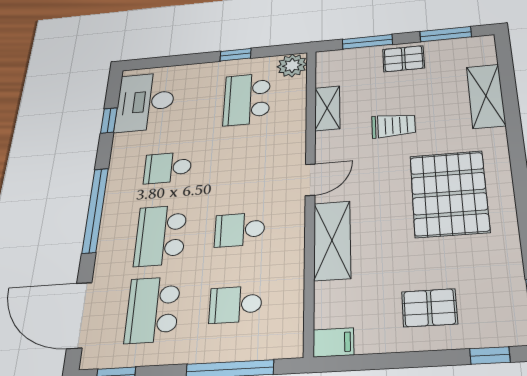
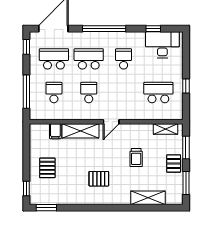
plant: (292, 66) -> (176, 113), removed
shelving: (327, 108) -> (165, 129), moved
door: (310, 180) -> (111, 122), hinge flipped
pallet: (449, 194) -> (99, 179), width x0.49, depth x0.50
filing cabinet: (333, 342) -> (55, 131), moved

